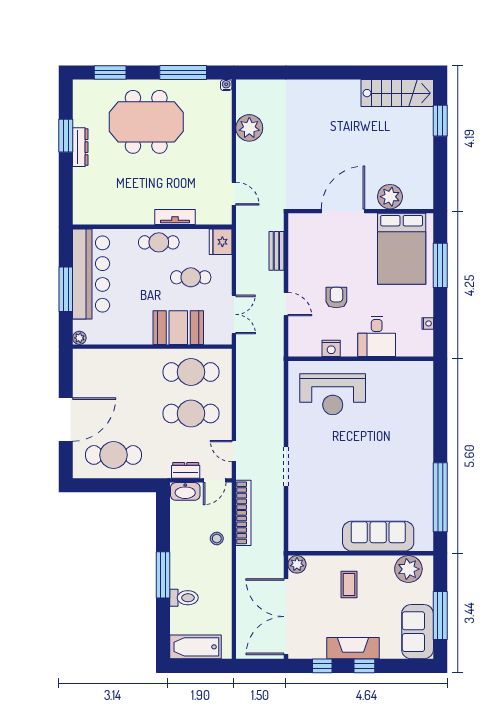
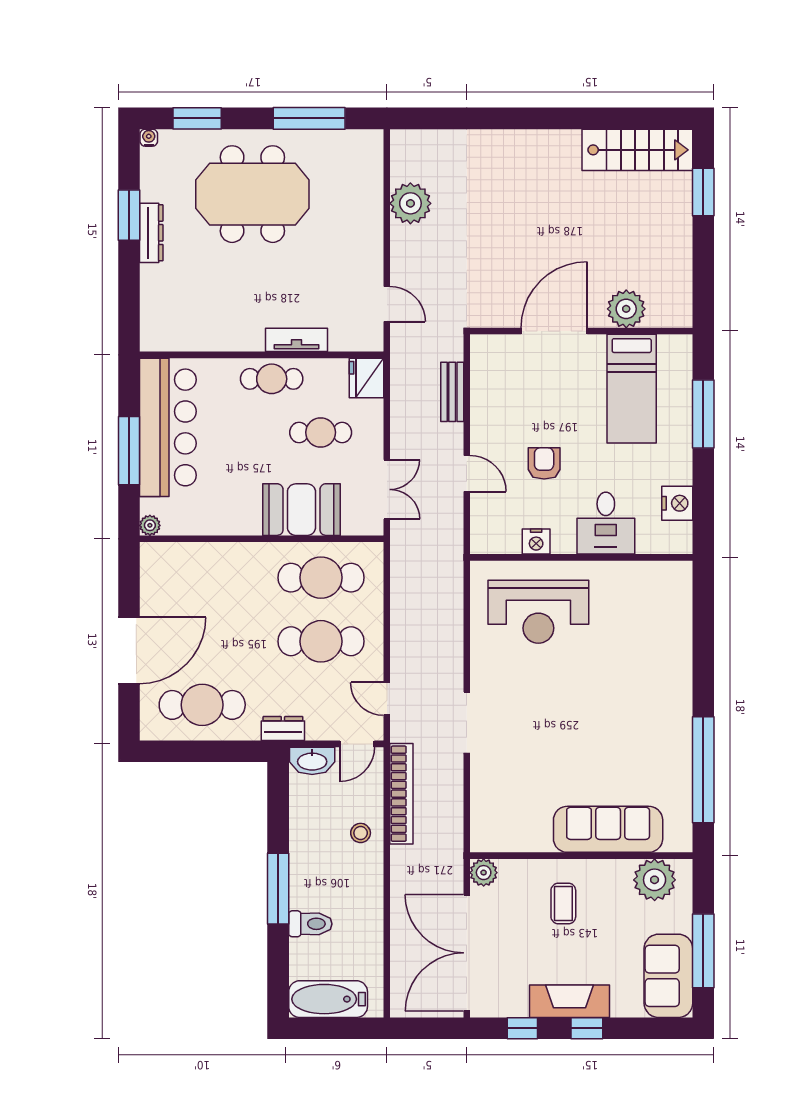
water cooler: (226, 85) -> (149, 138), moved
bed: (402, 249) -> (632, 389), width x0.67
nightstand: (428, 323) -> (677, 503), width x1.89, depth x1.79
dresser: (186, 470) -> (283, 729), moved

